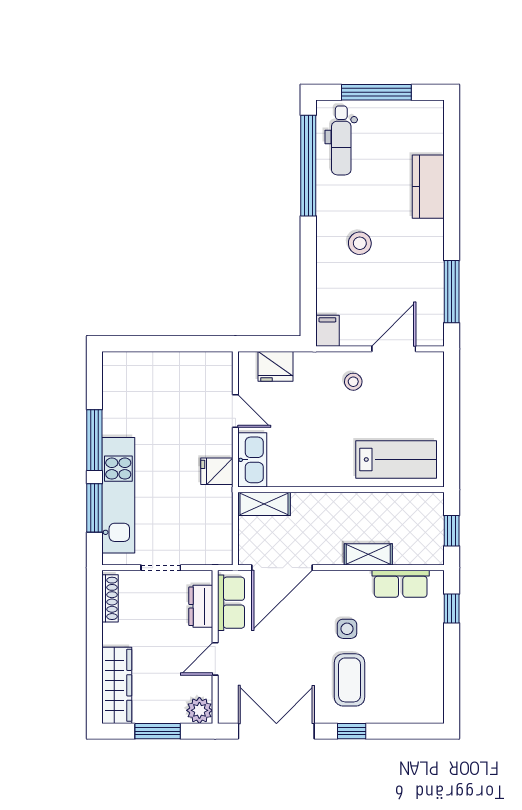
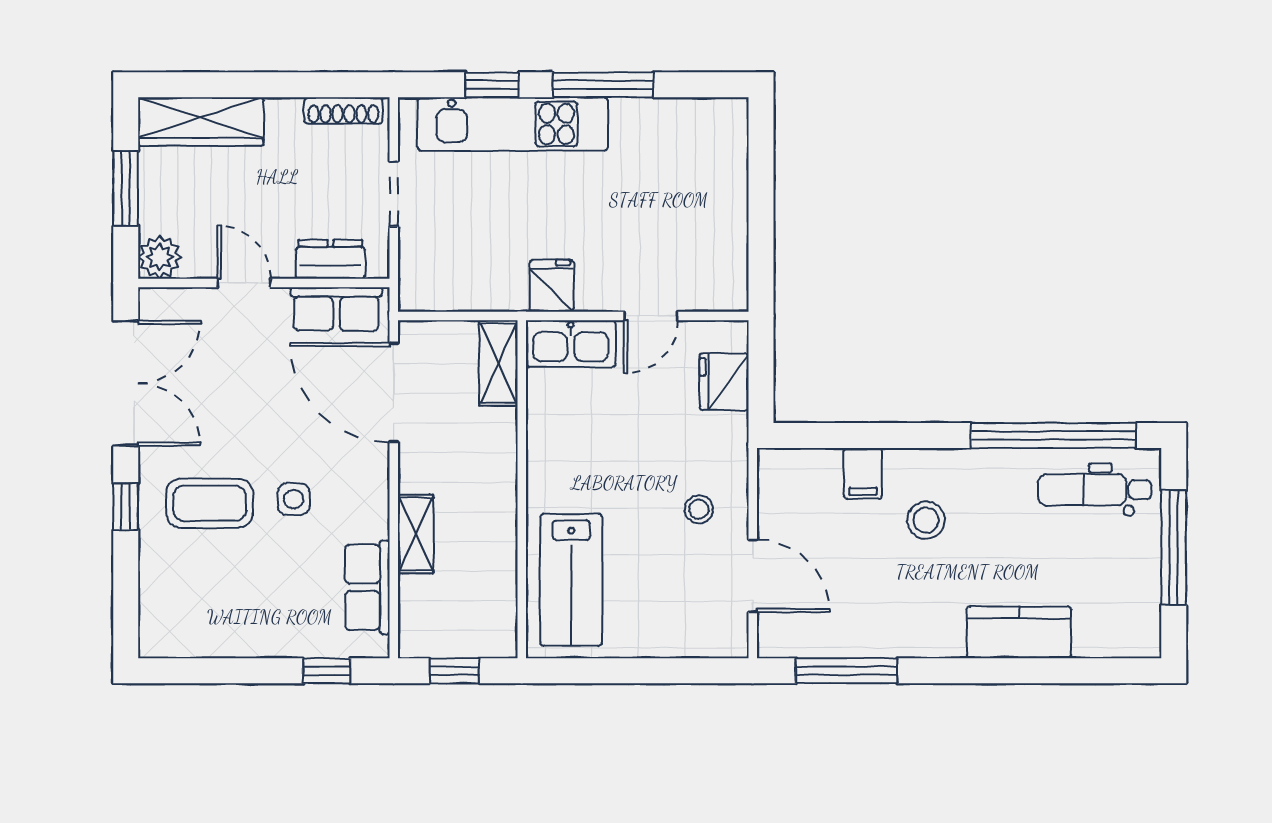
filing cabinet: (327, 331) -> (863, 473), moved, turned 90
window: (94, 508) -> (492, 85), width x0.67

